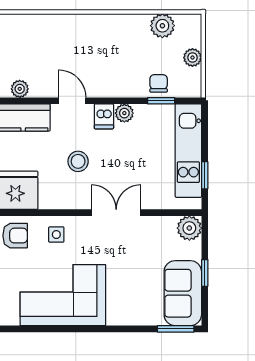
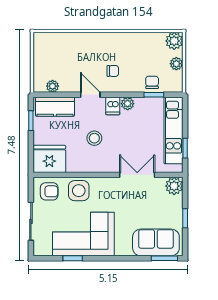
plant: (162, 26) -> (174, 41), moved
chair: (104, 68) -> (113, 71), added
double door: (116, 213) -> (137, 175), moved
side table: (56, 235) -> (79, 191), width x1.87, depth x1.87
sofa: (183, 293) -> (156, 242), moved, turned 90
window: (48, 329) -> (73, 258), added

